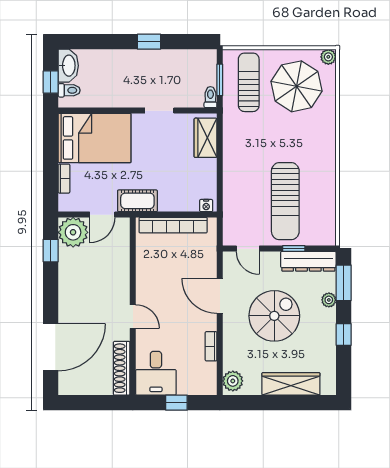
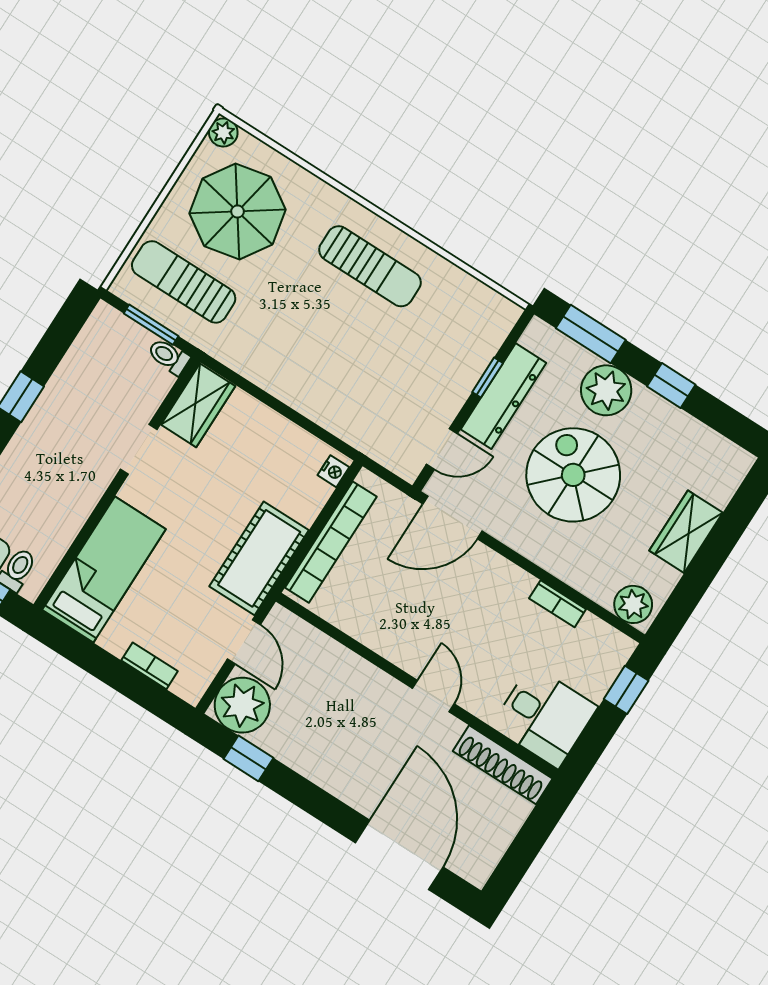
bed: (95, 138) -> (104, 570), width x0.67
wardrobe: (206, 138) -> (198, 405), moved, turned -90
cot: (137, 201) -> (259, 558), width x1.37, depth x1.34
sun lounger: (285, 201) -> (370, 266), moved, width x0.73, depth x0.75
dresser: (308, 261) -> (504, 396), moved
door: (220, 296) -> (453, 518), moved
plant: (329, 300) -> (606, 390), width x1.87, depth x1.87
door: (133, 317) -> (433, 696), hinge flipped
wardrobe: (291, 384) -> (686, 532), width x0.67
window: (176, 403) -> (626, 690), moved

